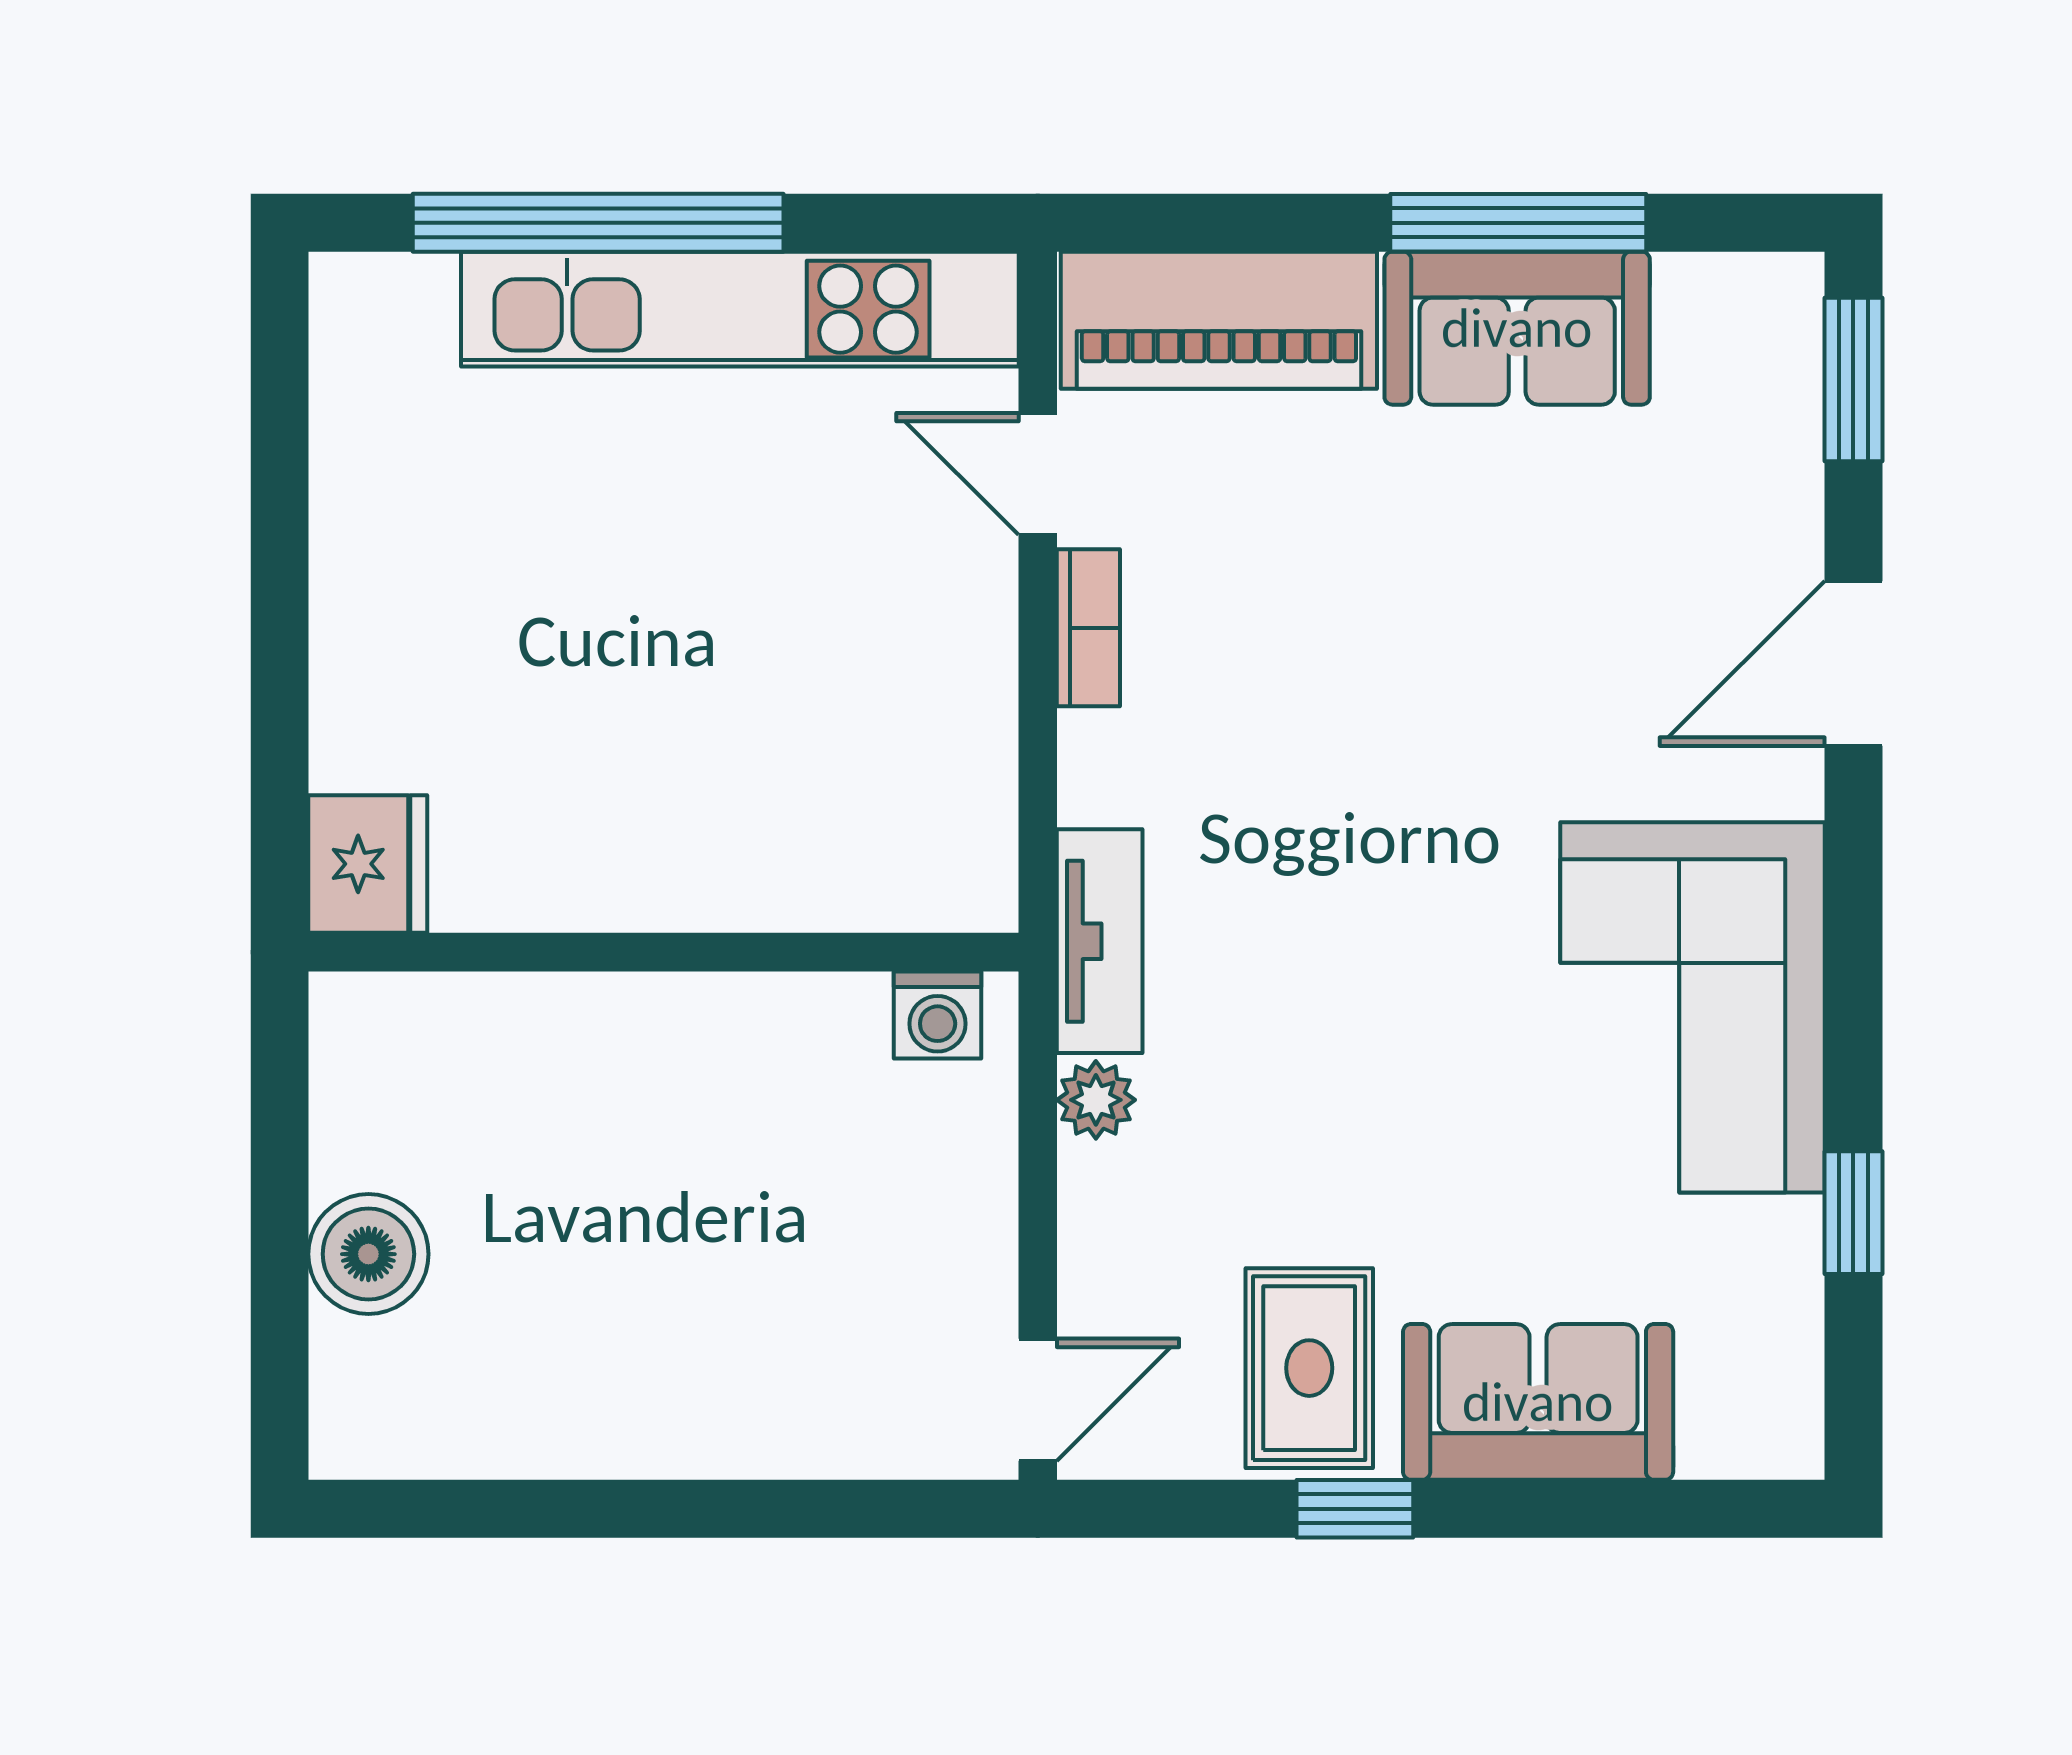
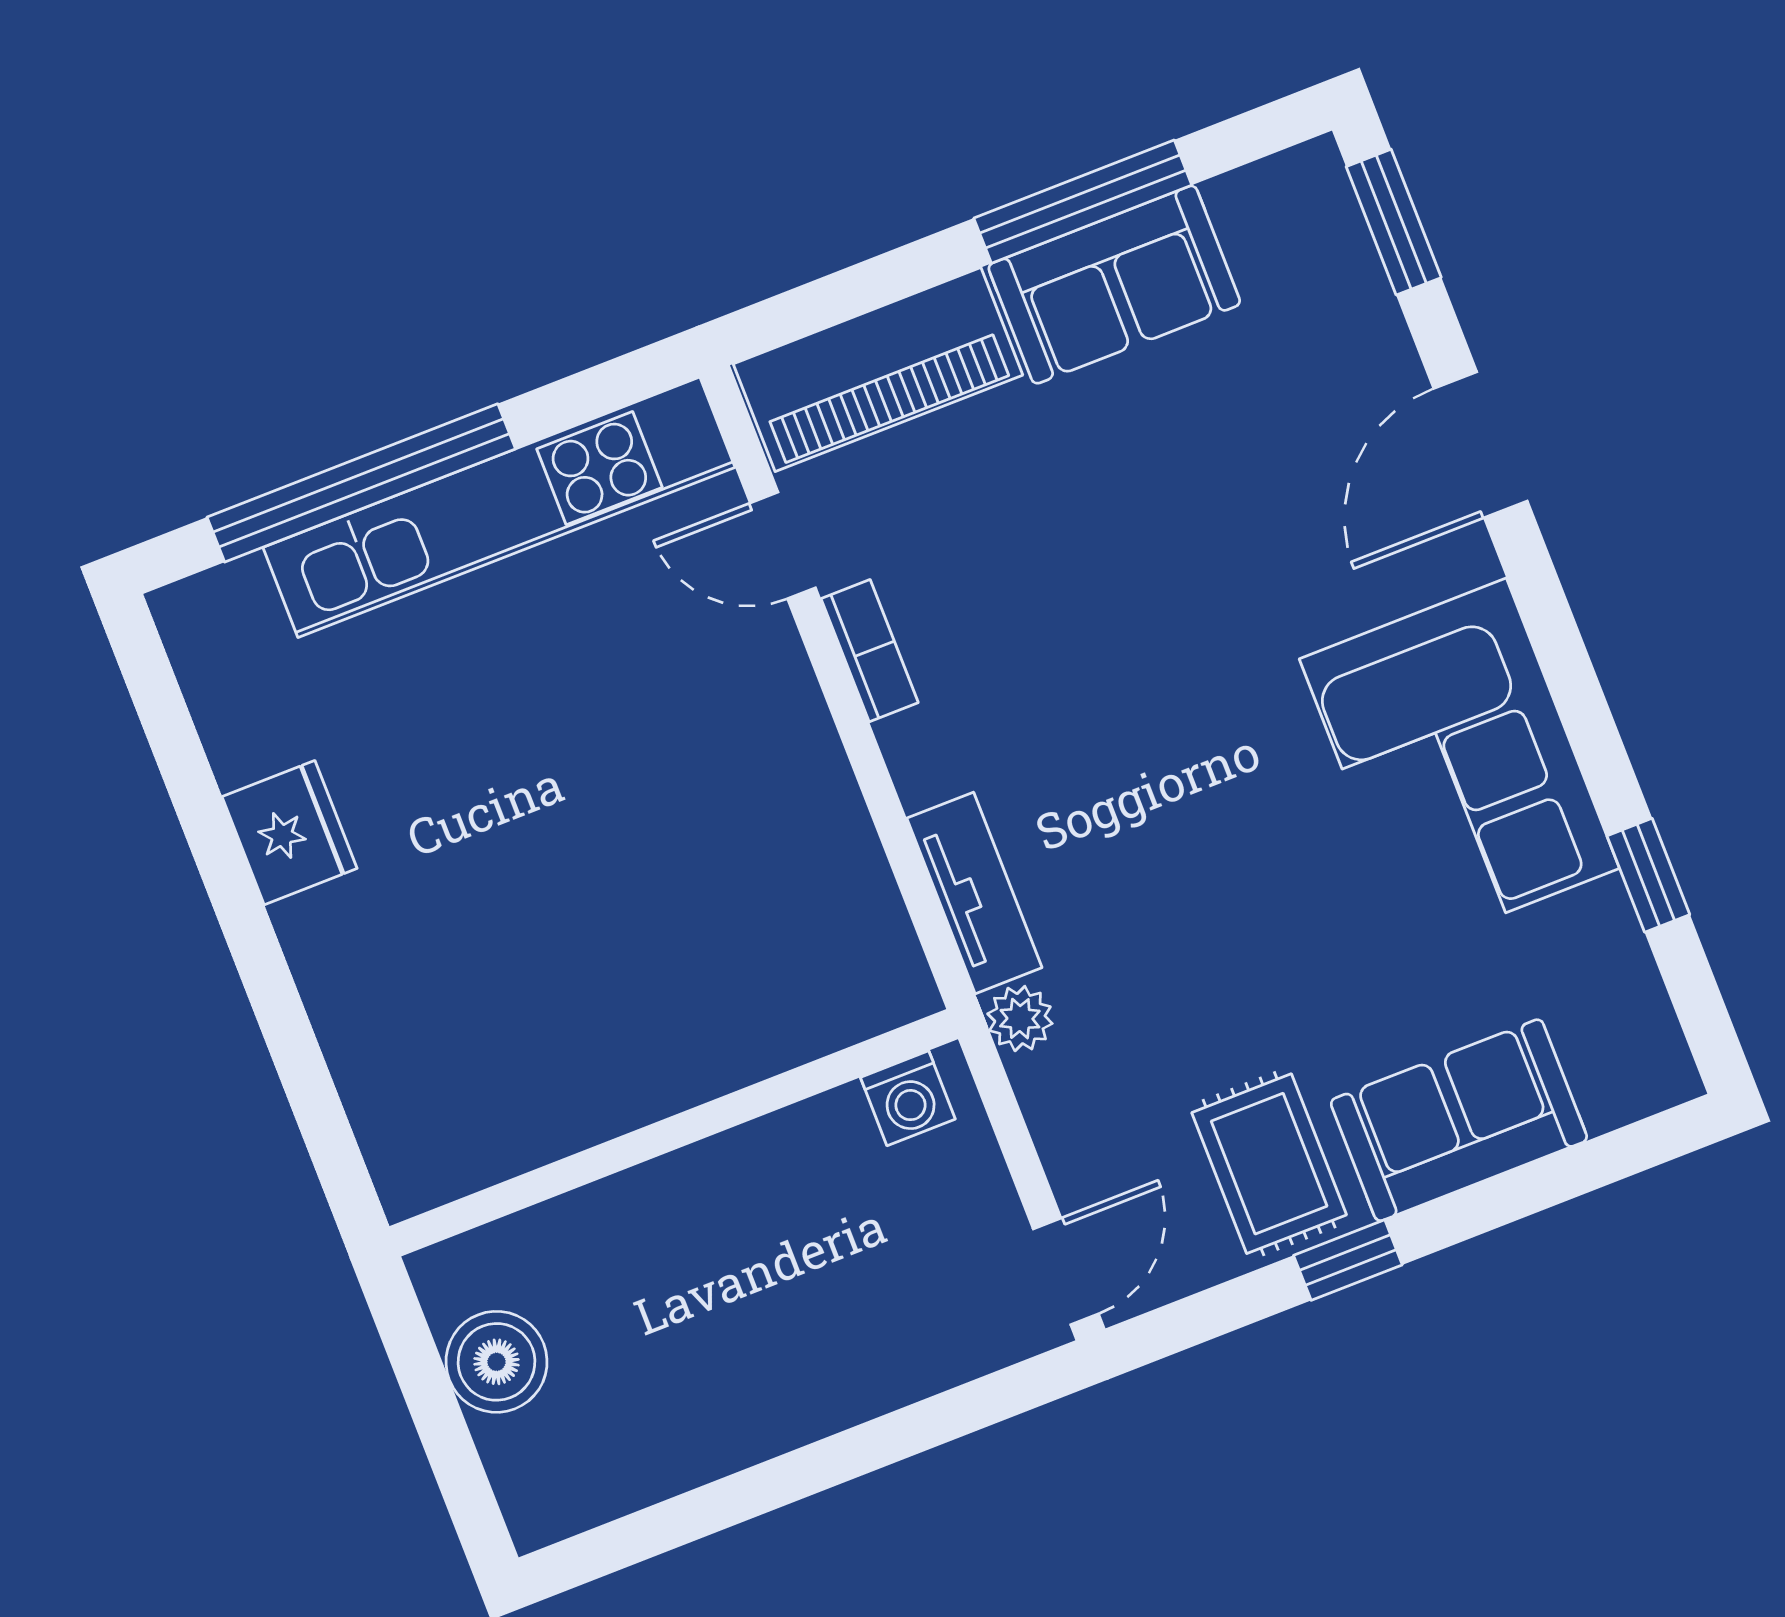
fridge: (368, 864) -> (290, 833), moved
wall: (663, 952) -> (674, 1133), moved
washing machine: (938, 1015) -> (908, 1098), moved

